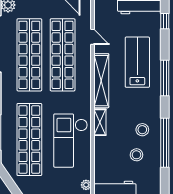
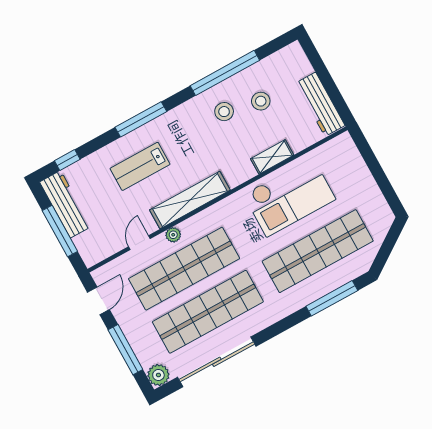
lab bench: (137, 62) -> (140, 166), width x0.73, depth x0.72
shelving: (100, 122) -> (272, 157), moved
plant: (86, 185) -> (173, 235), moved

